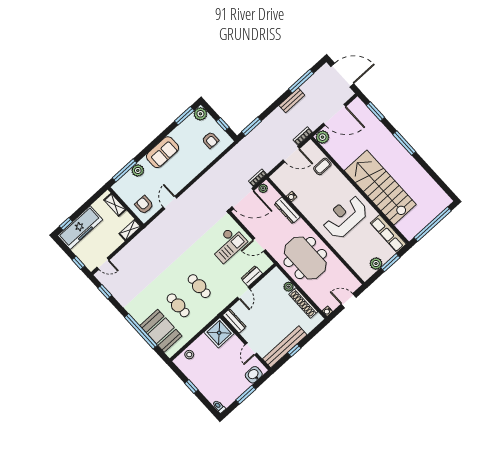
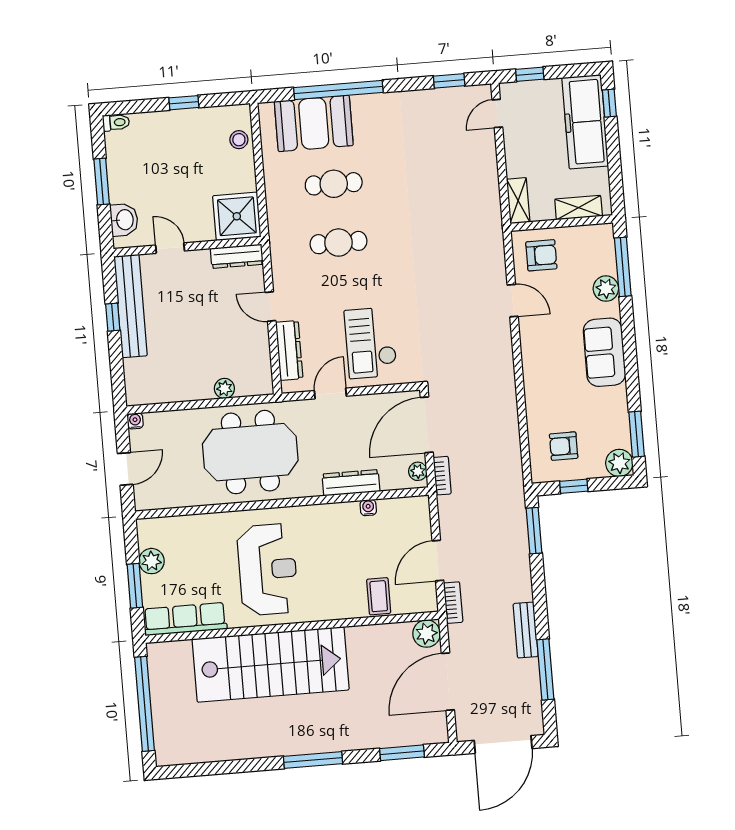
dresser: (252, 276) -> (289, 350), width x1.44
shoe rack: (303, 303) -> (179, 392), removed

